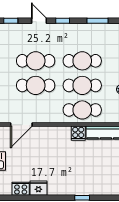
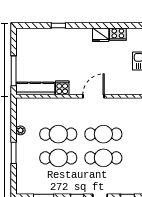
cafe table: (82, 110) -> (58, 110), removed
door: (21, 125) -> (93, 96), moved

